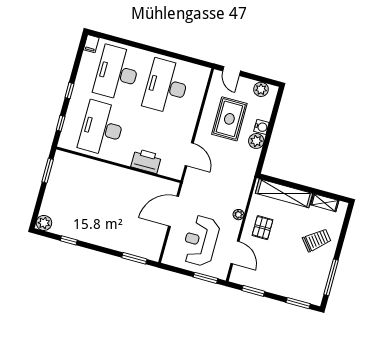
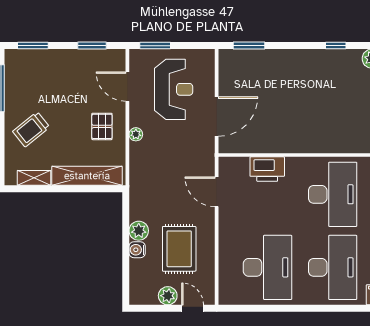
plant: (261, 89) -> (168, 296), moved

